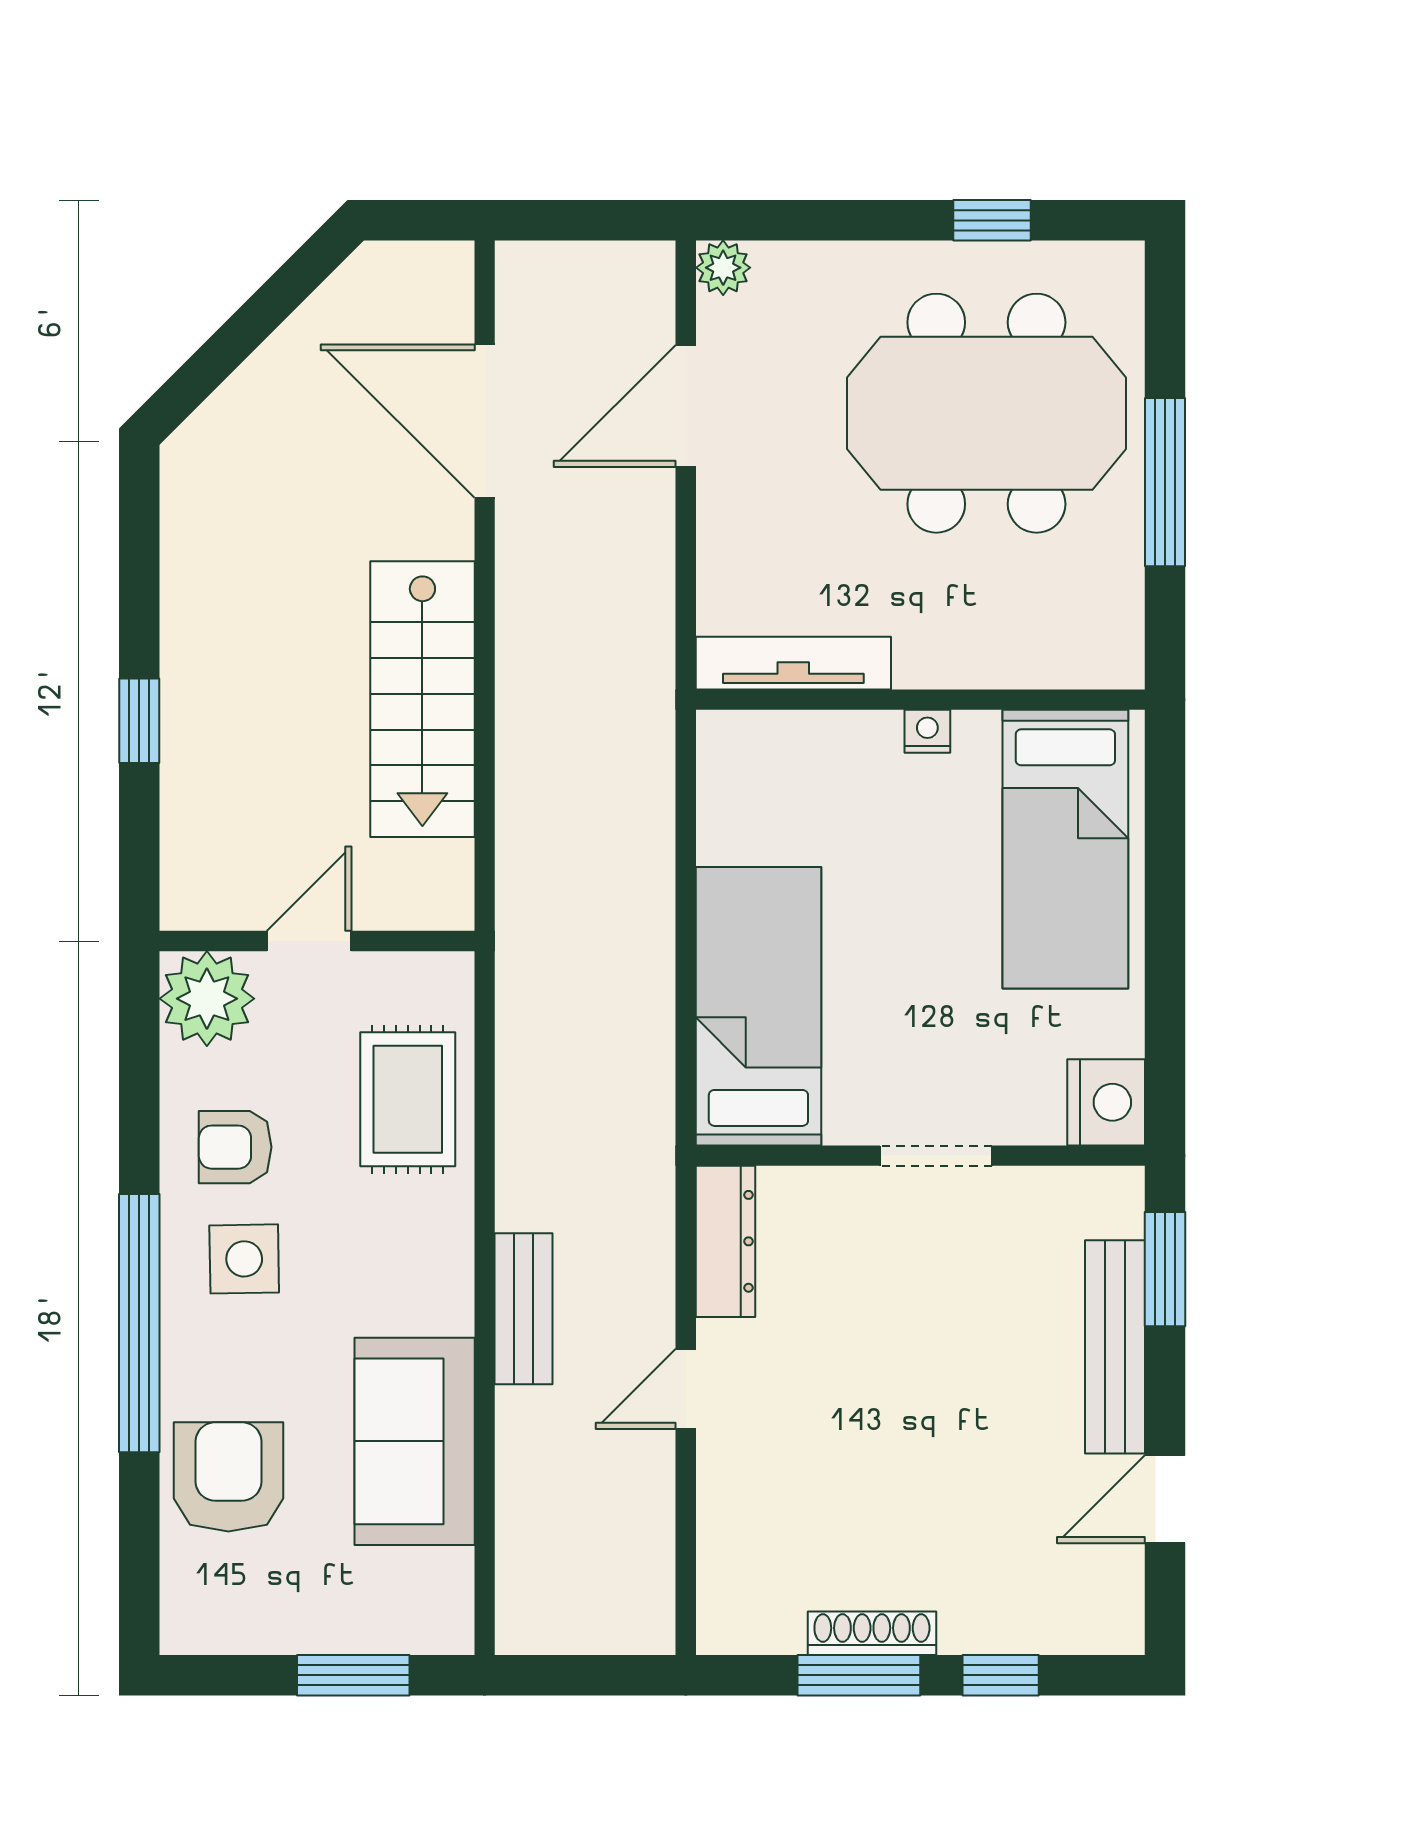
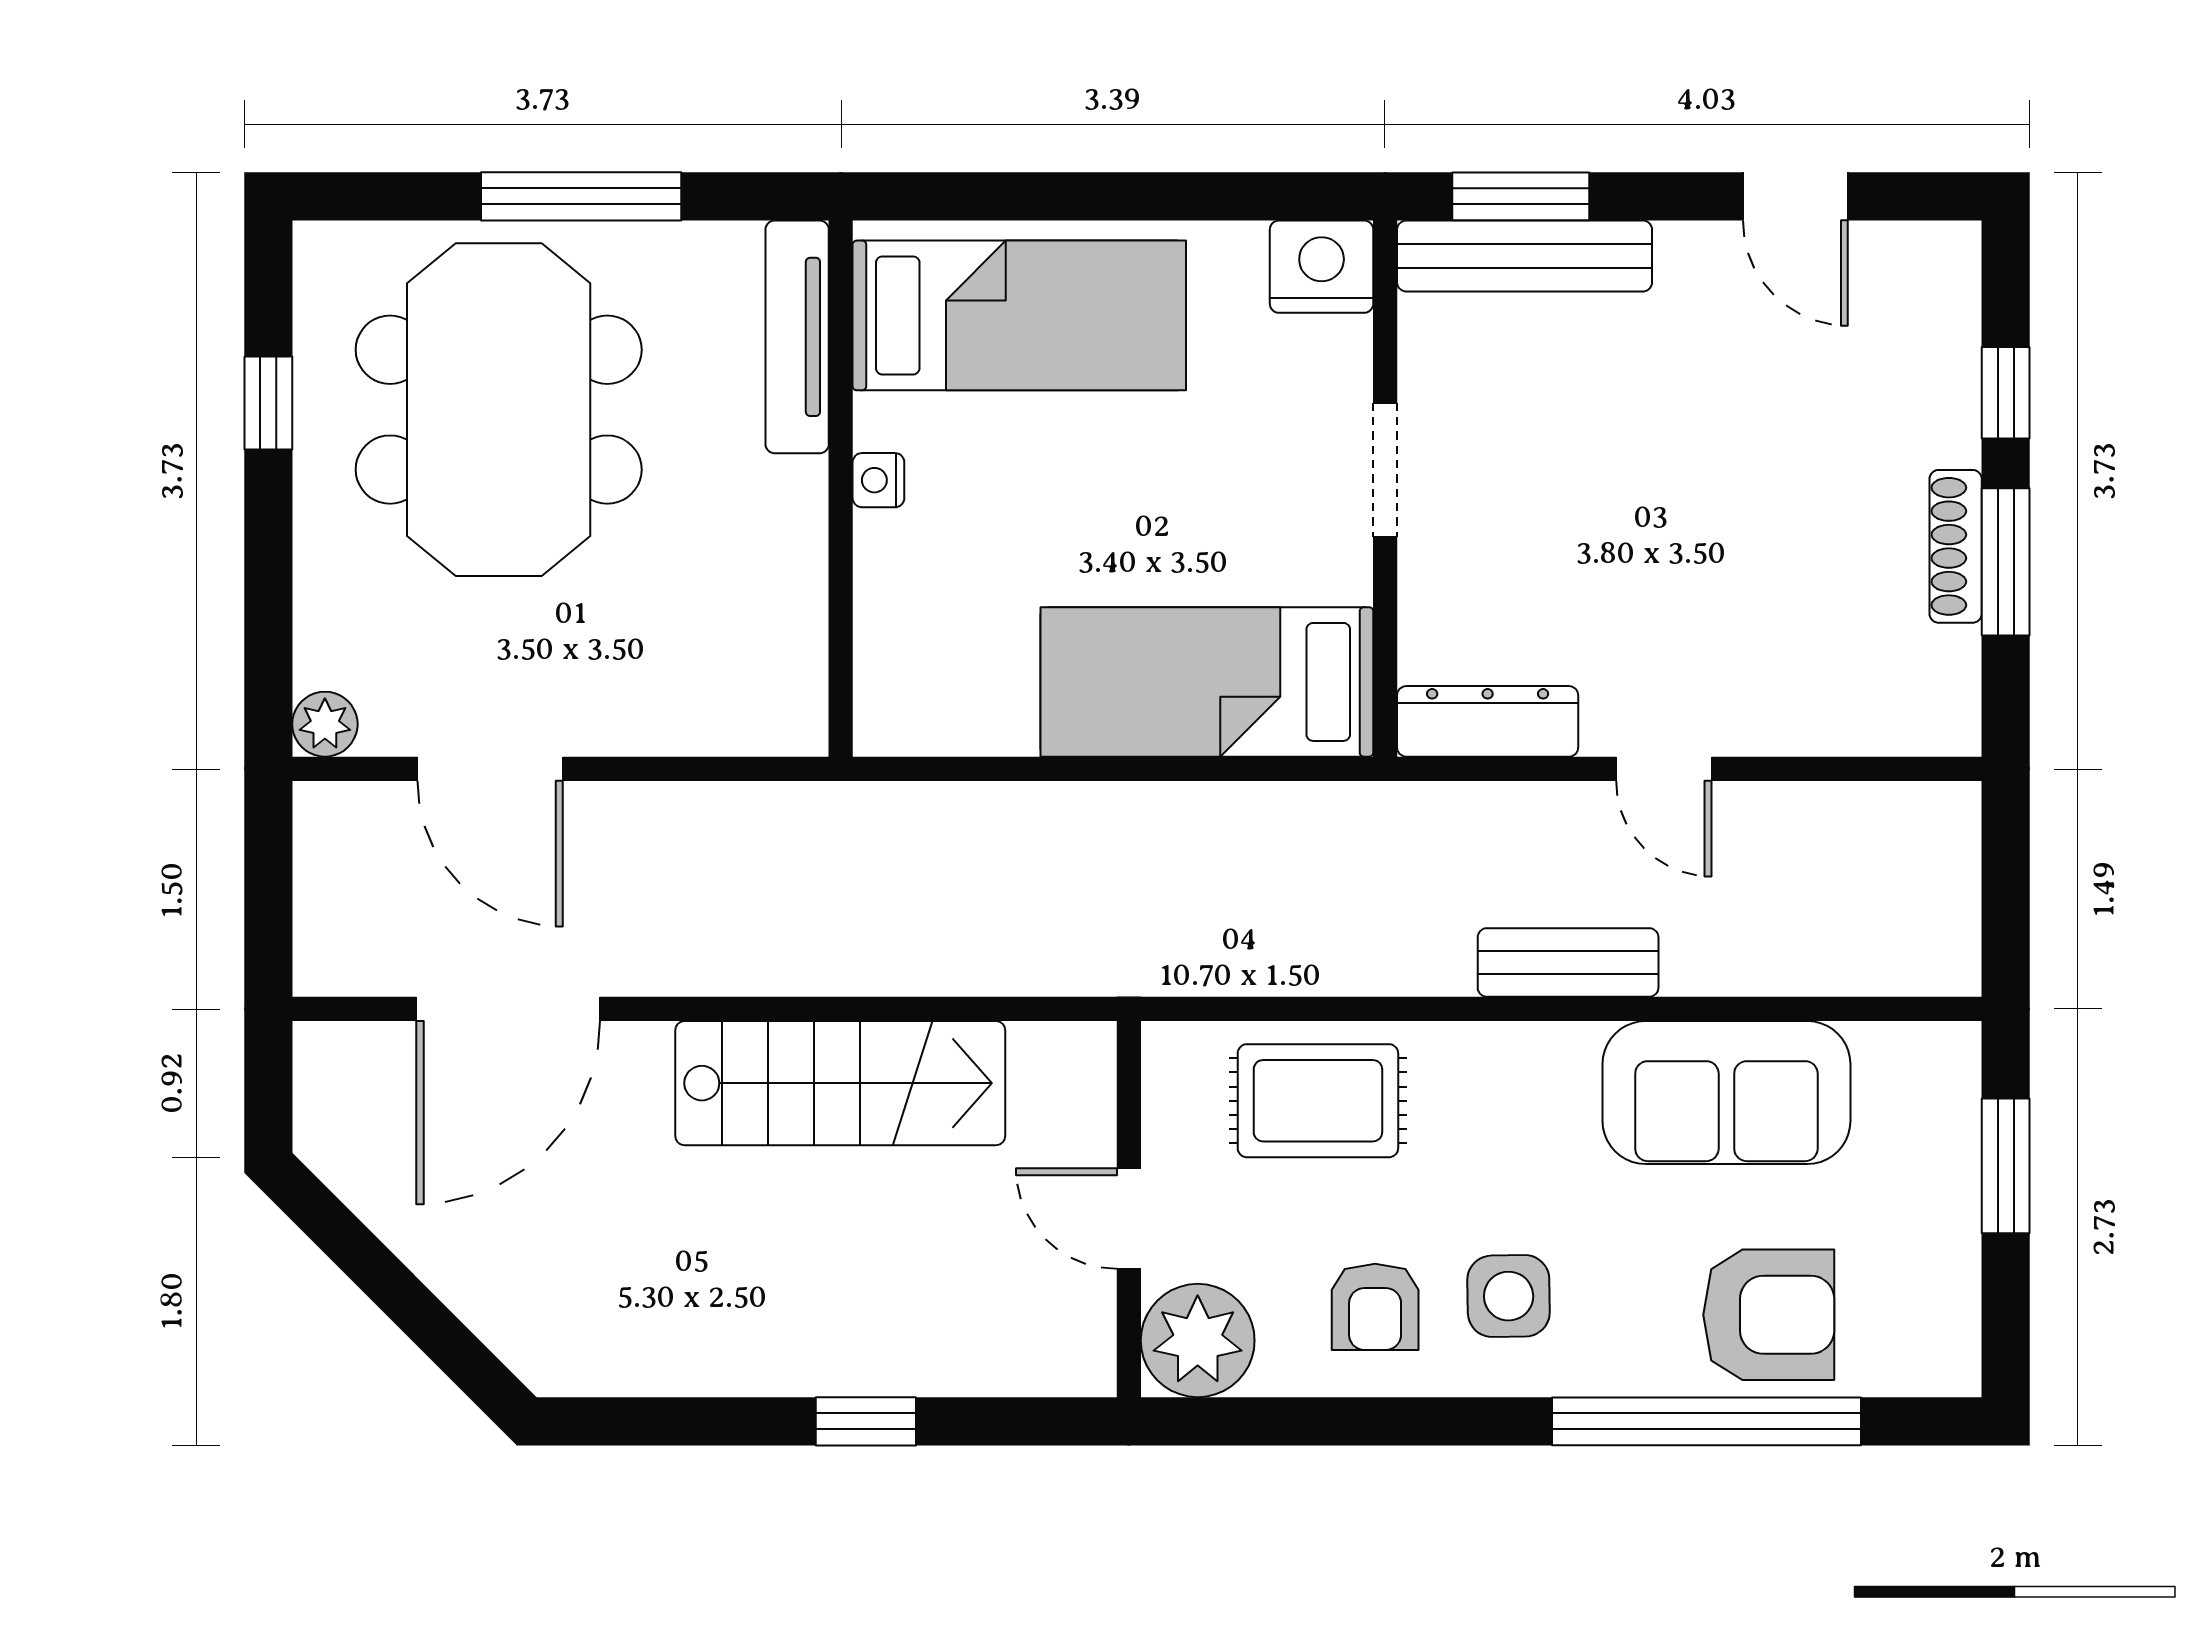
tv unit: (793, 663) -> (797, 337), moved
window: (139, 1323) -> (1707, 1421), moved
bench: (1115, 1347) -> (1525, 256), moved
armchair: (228, 1477) -> (1769, 1315), turned 180

